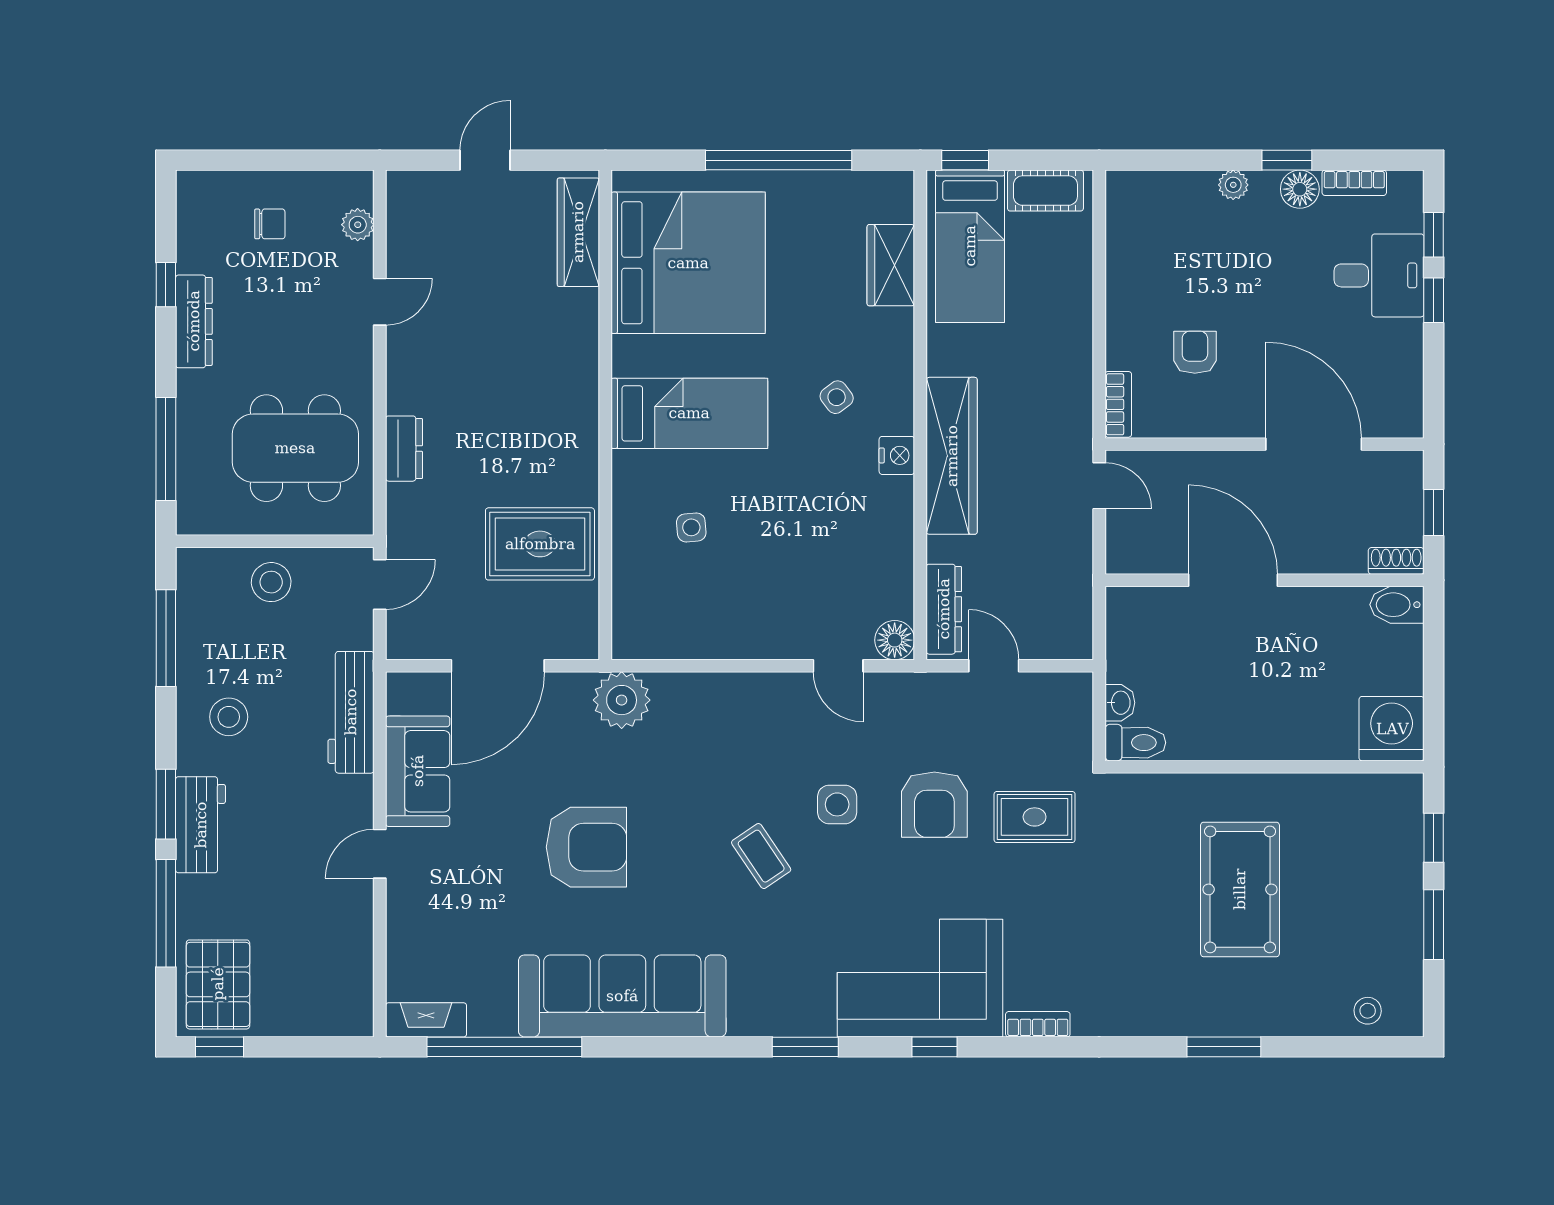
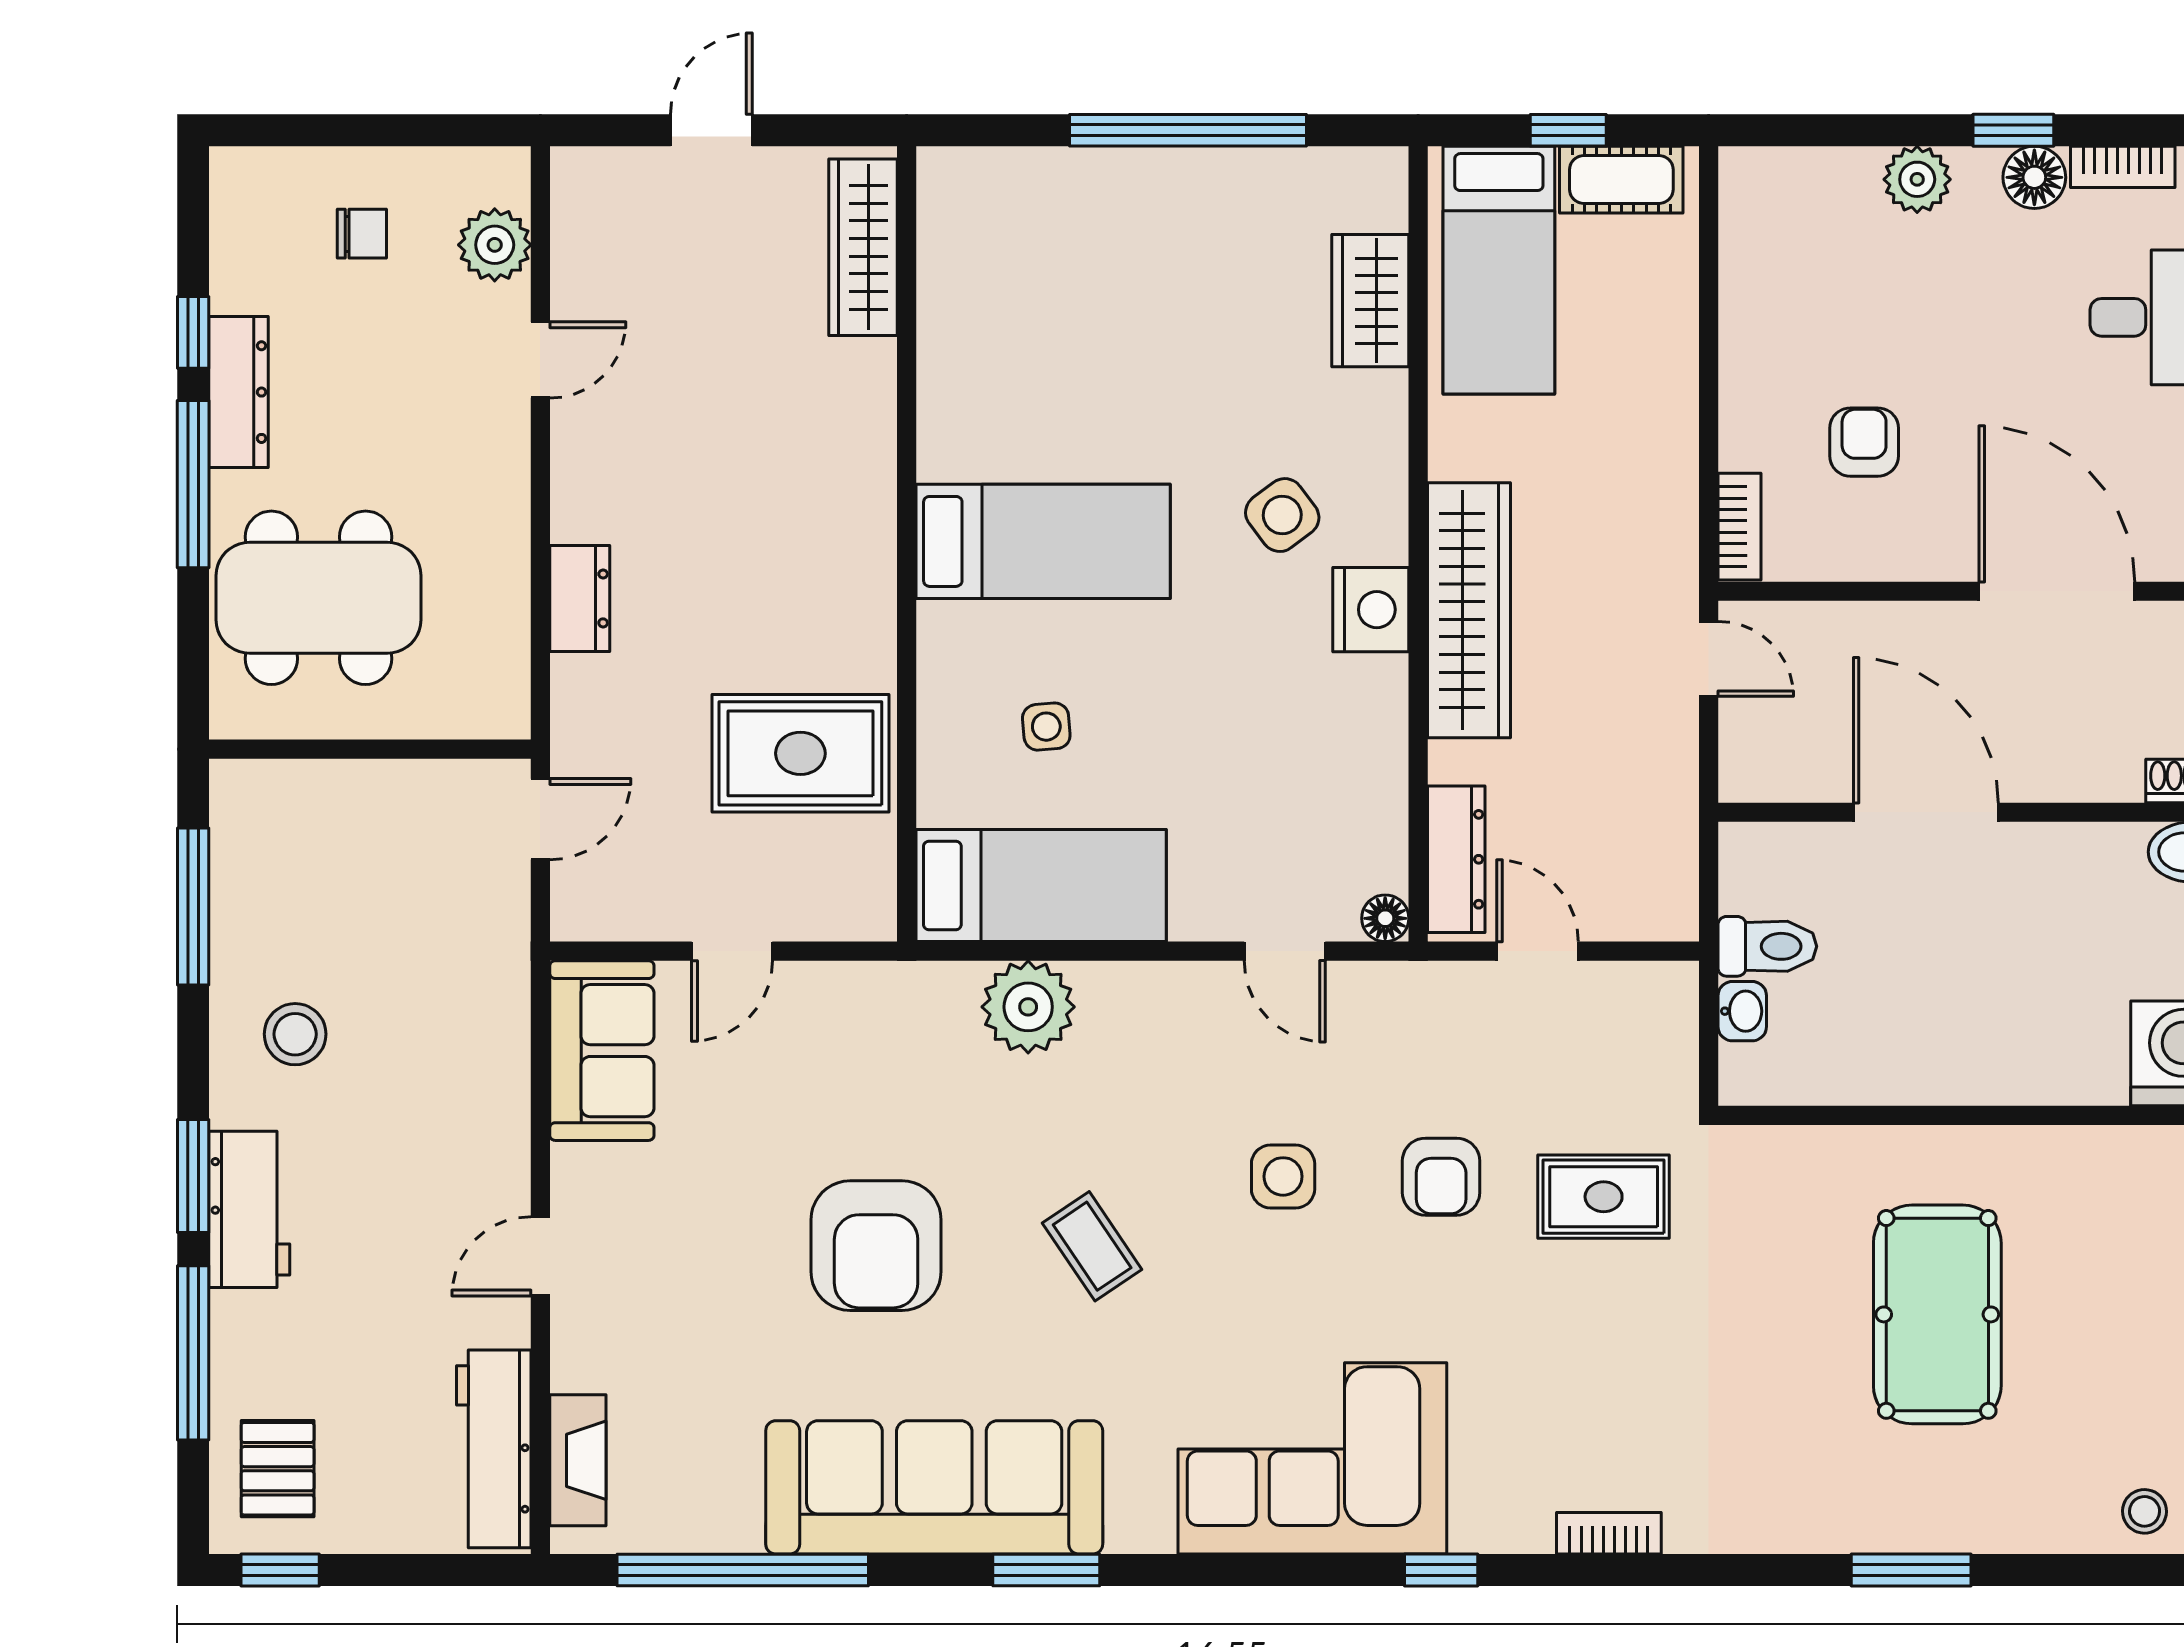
window: (965, 160) -> (1568, 130), moved
plant: (1233, 185) -> (1917, 179), width x1.38, depth x1.38
plant: (358, 225) -> (495, 245), width x1.38, depth x1.38
bed: (688, 263) -> (1041, 885), moved, width x0.49
side table: (837, 397) -> (1282, 515), width x1.37, depth x1.37
dining table: (295, 448) -> (318, 598), moved
window: (166, 449) -> (193, 484), moved
nightstand: (897, 455) -> (1371, 610), width x1.36, depth x1.33
stool: (271, 582) -> (364, 815), removed
floor lamp: (895, 640) -> (1385, 918), width x0.73, depth x0.73
door: (498, 666) -> (732, 951), width x0.53
plant: (622, 700) -> (1028, 1007), moved
workbench: (351, 712) -> (494, 1449), moved
toilet: (1135, 743) -> (1767, 946), moved
sofa: (418, 771) -> (602, 1051), moved
armchair: (934, 805) -> (1441, 1177), width x0.72, depth x0.72
armchair: (586, 847) -> (876, 1246), turned 90
coffee table: (761, 856) -> (1092, 1246), moved
corner sofa: (920, 978) -> (1312, 1458), moved
pallet: (218, 984) -> (278, 1469), width x0.67, depth x0.71
fireplace: (426, 1020) -> (578, 1460), moved, turned 90
window: (805, 1047) -> (1046, 1570), moved

